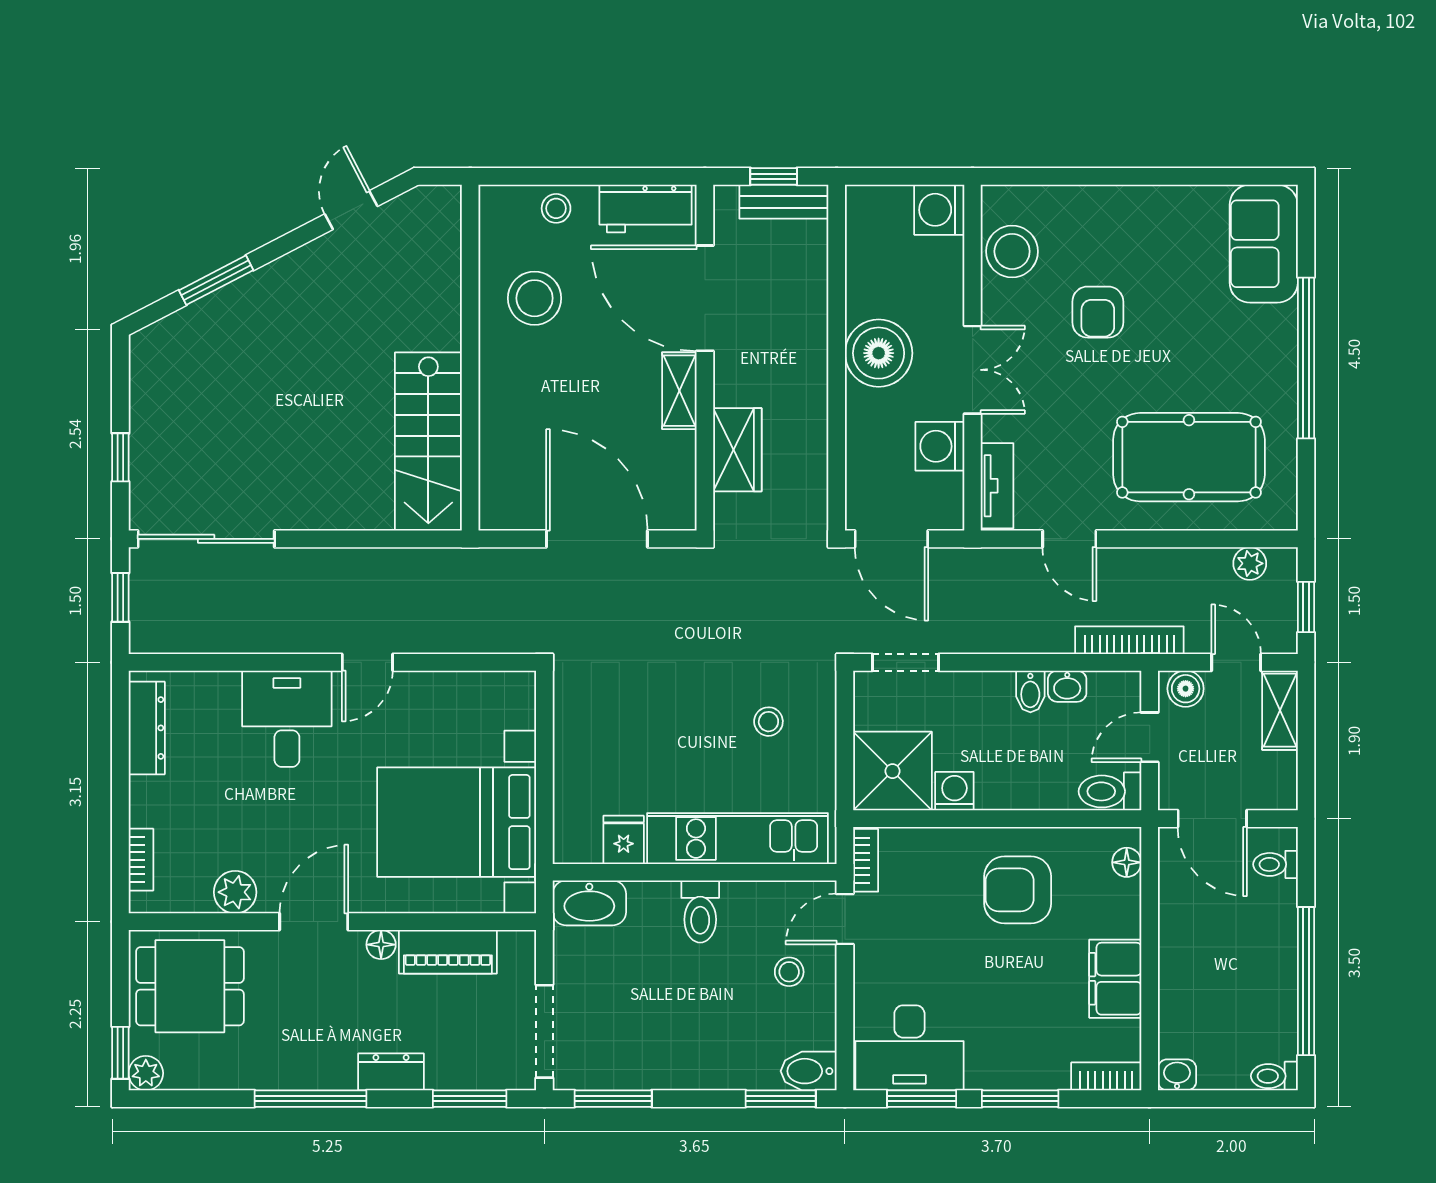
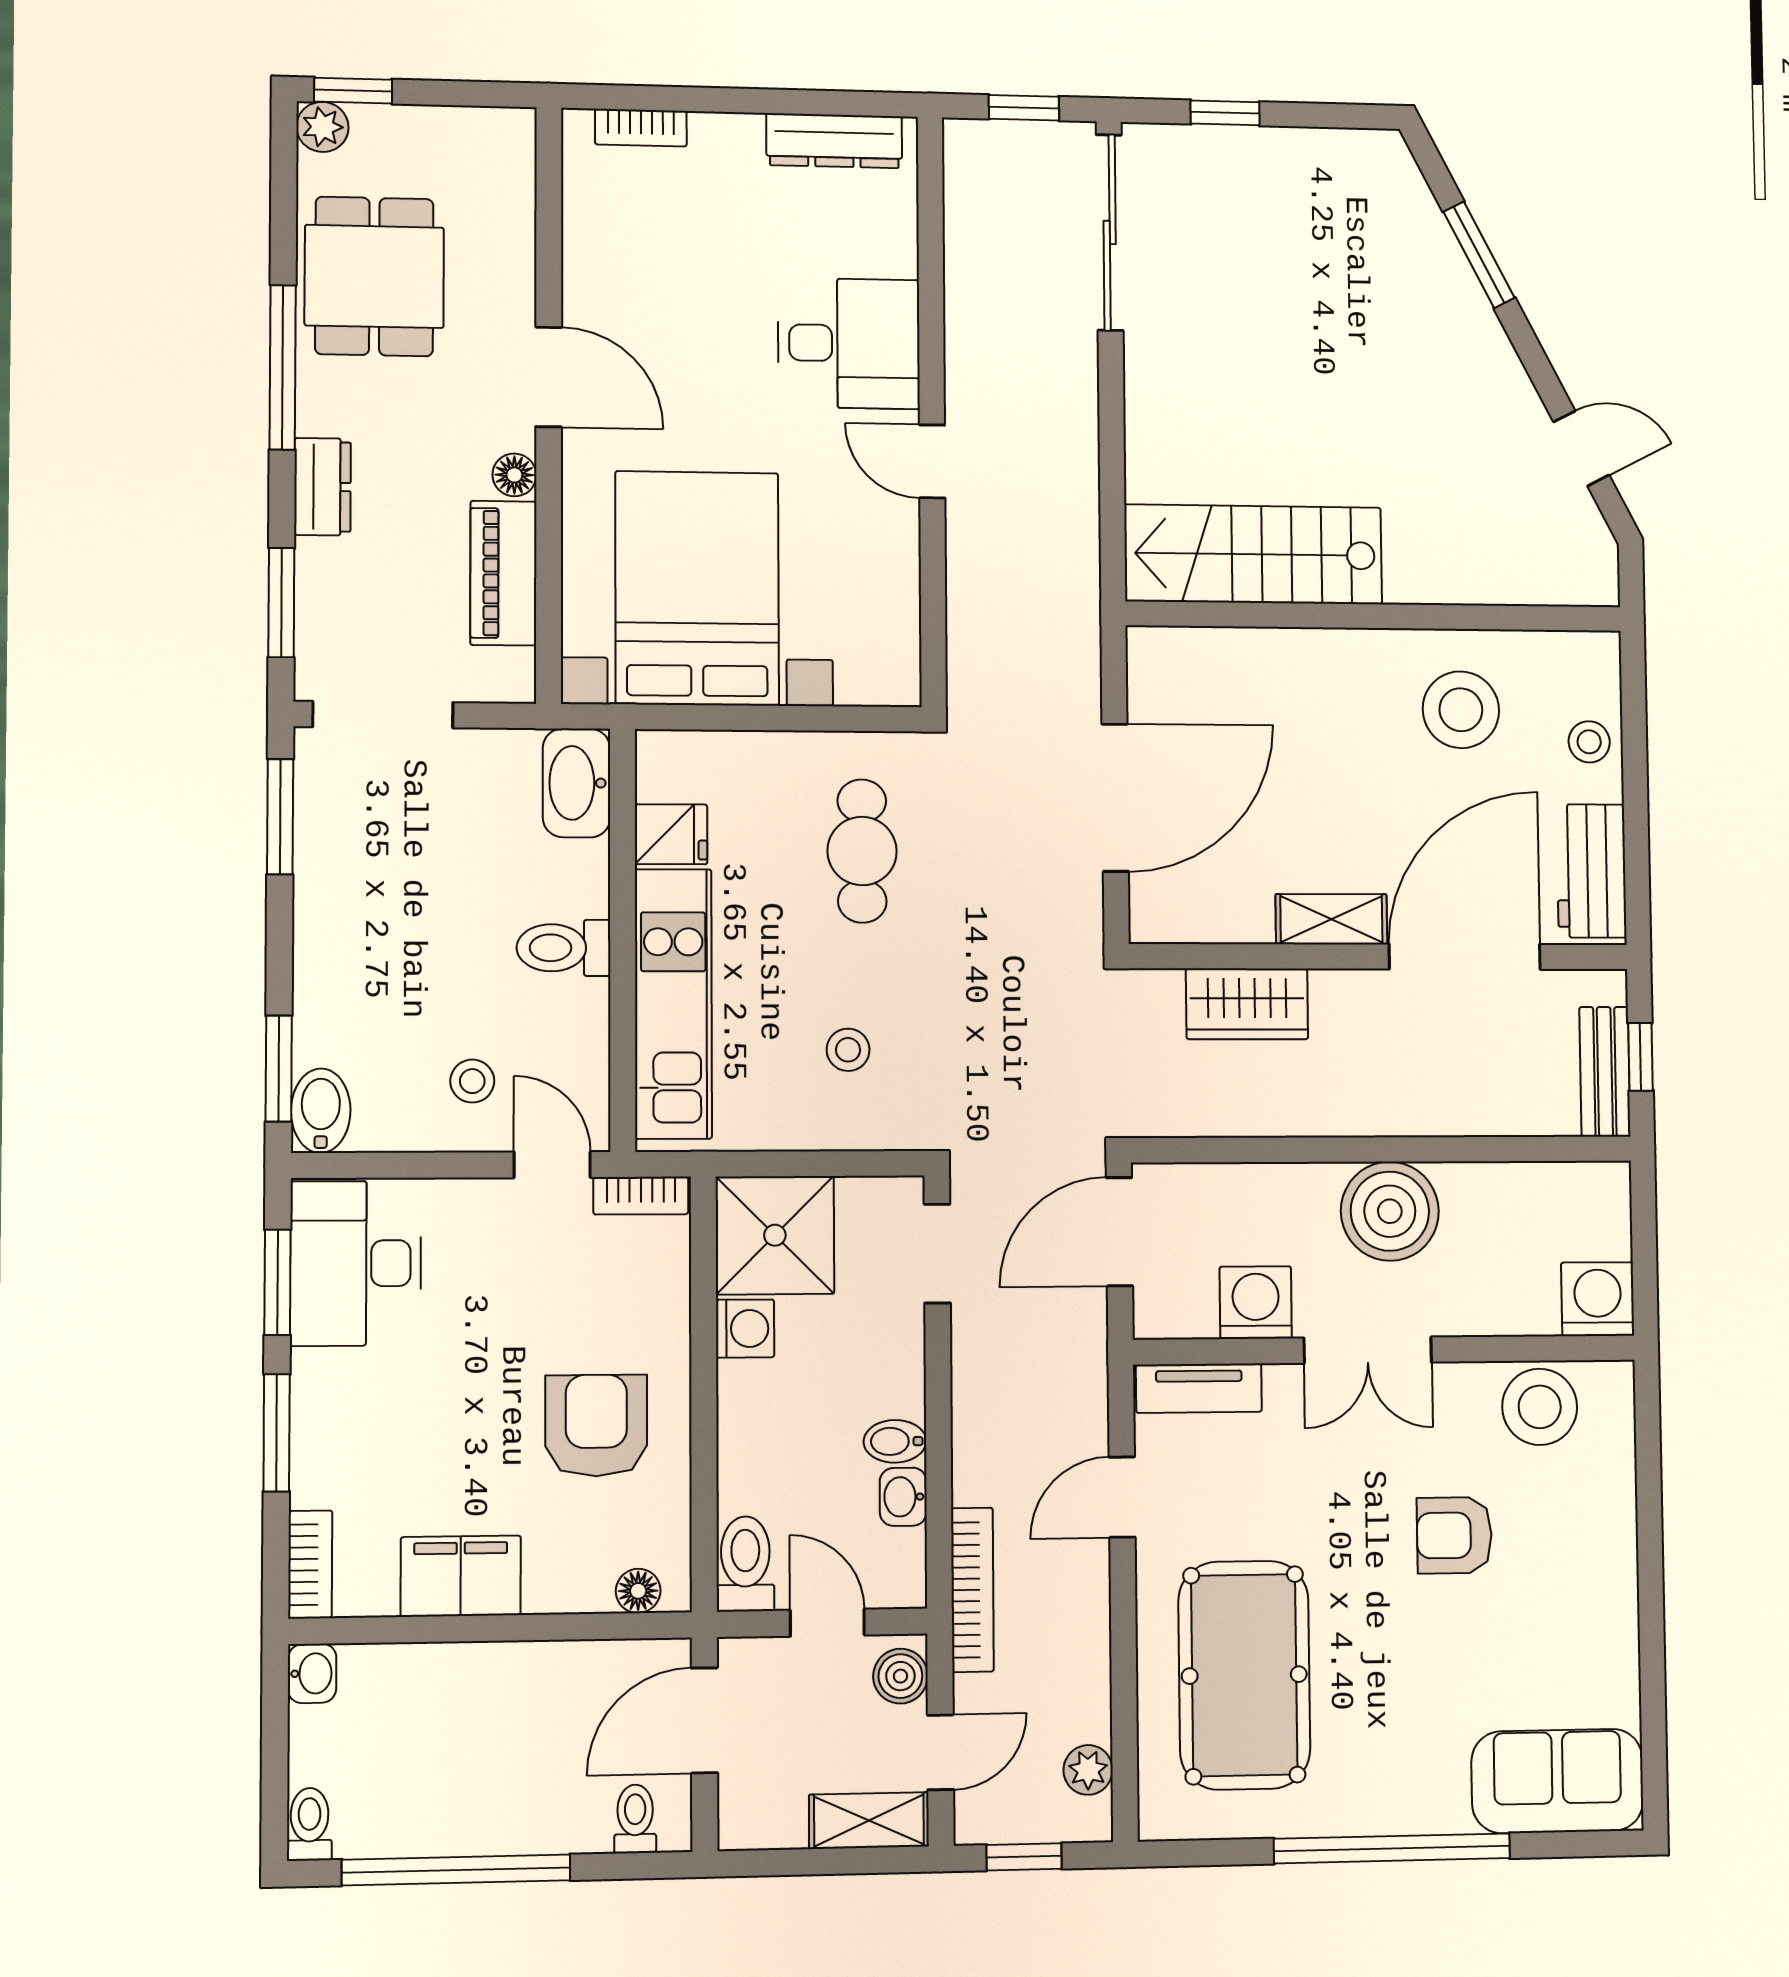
cafe table: (634, 711) -> (862, 851), added
plant: (235, 892) -> (593, 263), removed
dining table: (190, 986) -> (374, 276), moved

